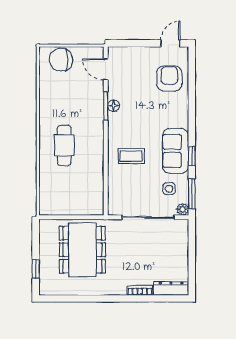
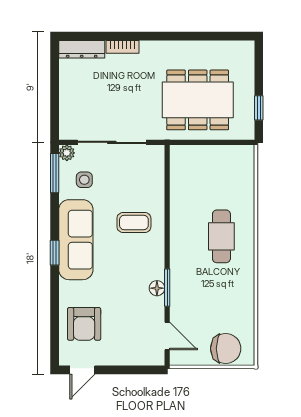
sofa: (176, 151) -> (76, 240), width x1.36
window: (192, 156) -> (55, 253), moved
dining table: (82, 250) -> (198, 100), turned 90
window: (36, 269) -> (259, 108), moved

